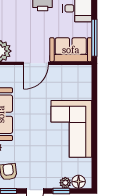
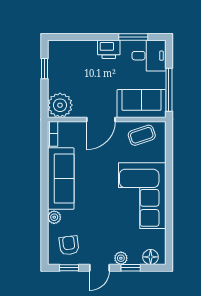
coffee table: (71, 77) -> (142, 135), added
plant: (65, 183) -> (121, 258), moved

